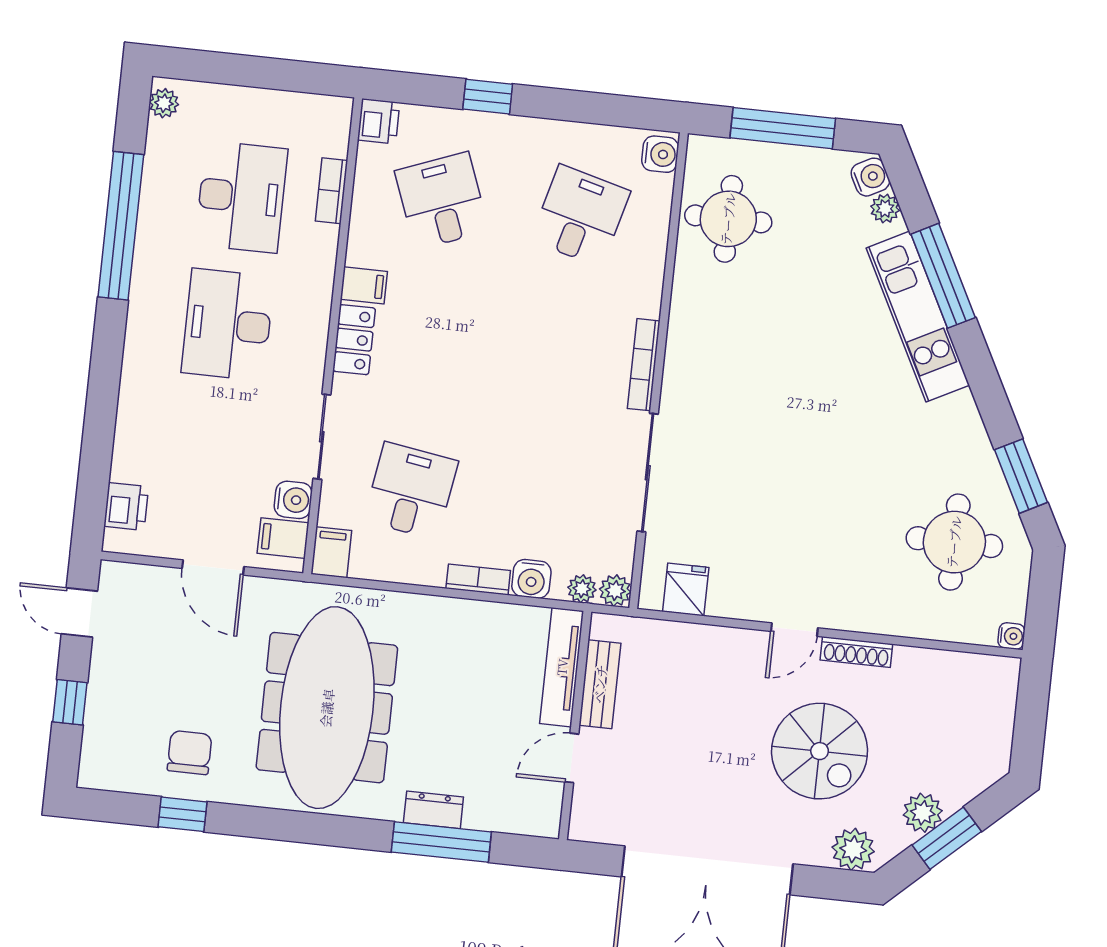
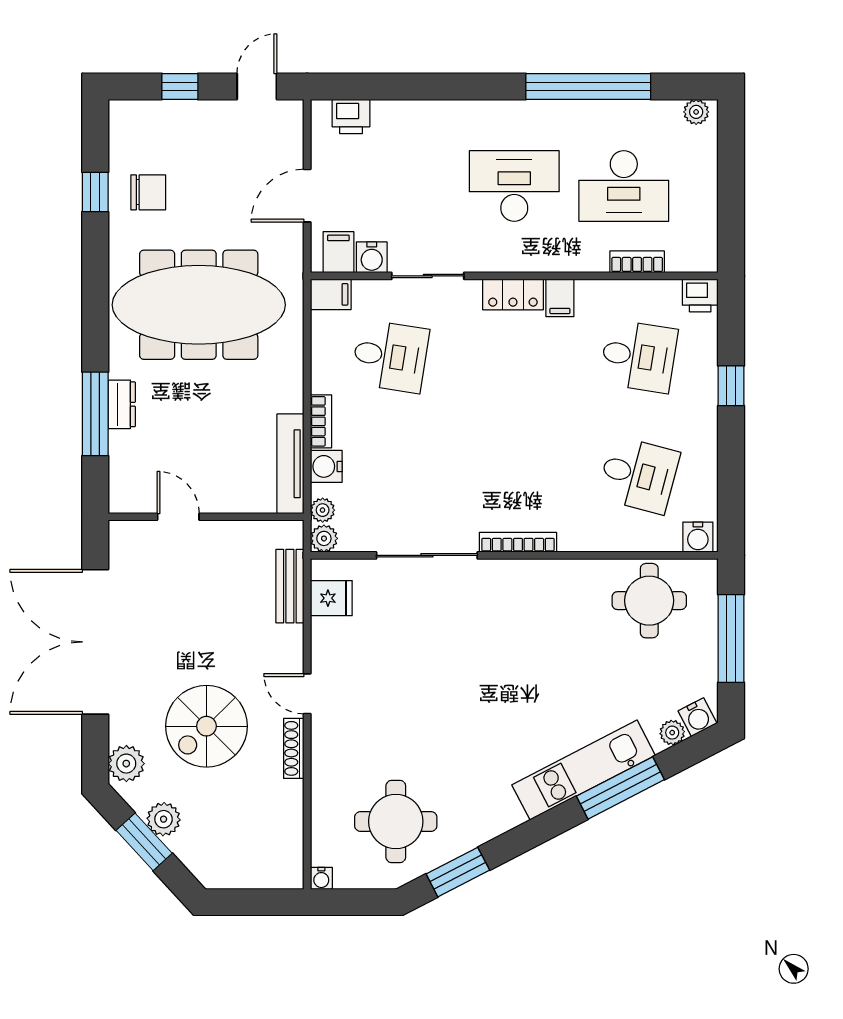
desk: (442, 201) -> (639, 356), turned 30
tv unit: (562, 667) -> (290, 464), moved, turned -90
bench: (600, 684) -> (290, 586), moved, turned 90

